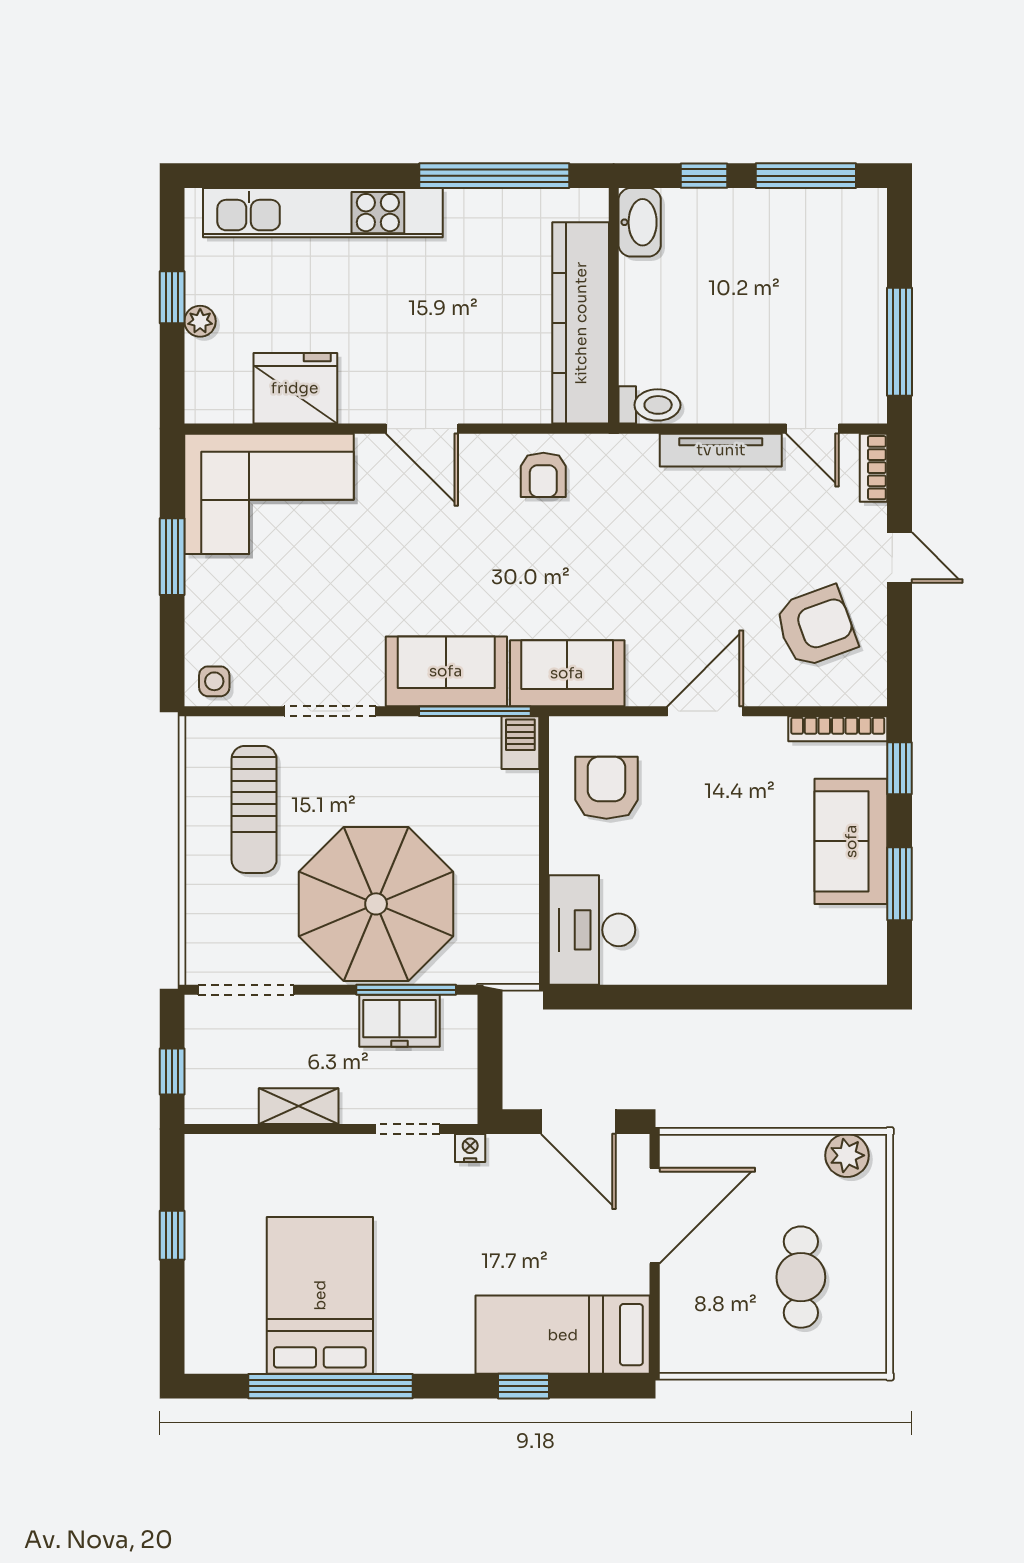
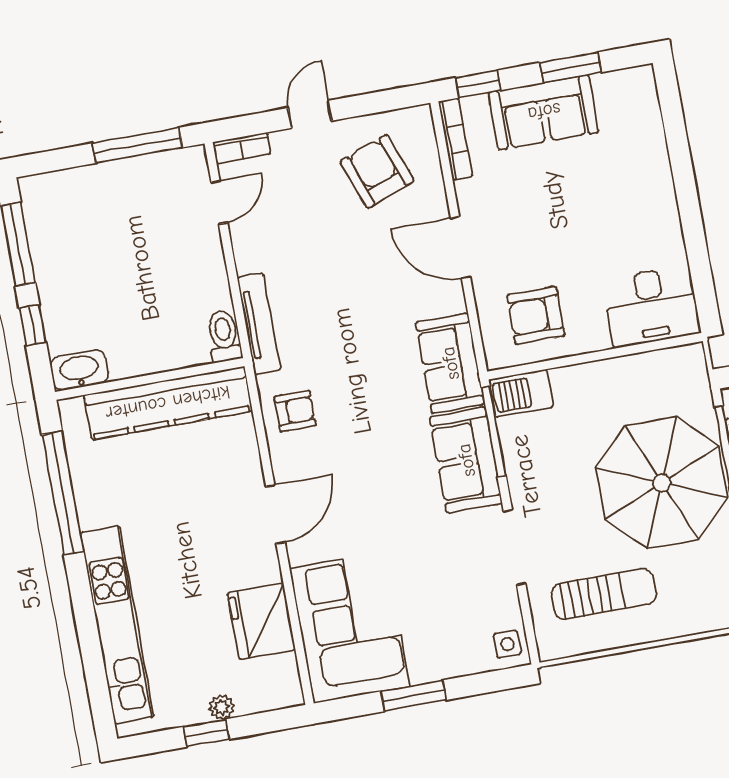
tv unit: (721, 450) -> (259, 324), moved
barbecue: (520, 743) -> (521, 393), width x1.38, depth x1.27

